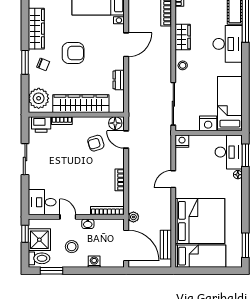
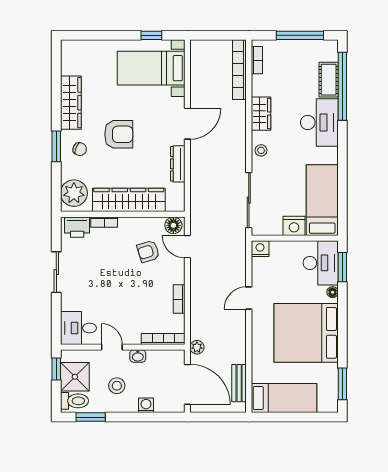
dresser: (119, 80) -> (178, 164), width x1.44
bed: (200, 221) -> (306, 333), moved, turned 180

